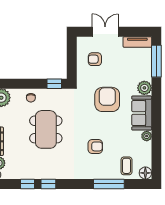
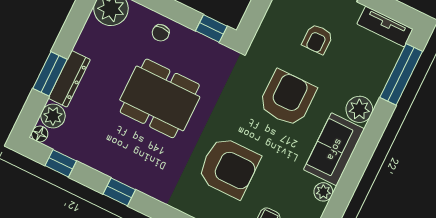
armchair: (95, 59) -> (317, 39), moved, turned -90
dining table: (46, 129) -> (160, 98), turned 90
armchair: (95, 146) -> (229, 167), width x1.88, depth x1.88
window: (28, 184) -> (61, 163), moved

